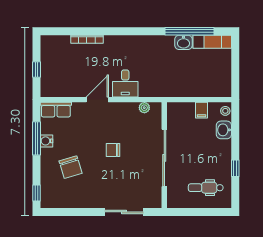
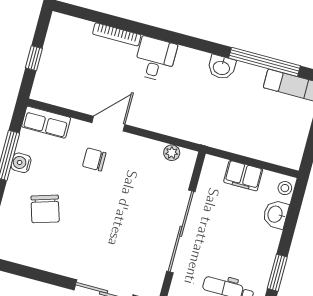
washbasin: (183, 42) -> (222, 67), moved
desk: (125, 83) -> (155, 59), moved, turned 180
filing cabinet: (202, 110) -> (243, 176), width x2.00
chair: (113, 150) -> (94, 160), moved
window: (235, 168) -> (277, 273), width x1.50

